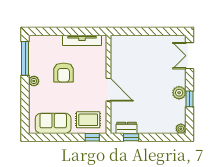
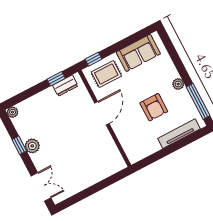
tv unit: (82, 40) -> (179, 134), moved
armchair: (64, 73) -> (154, 107), turned 180
door: (108, 90) -> (102, 113), swing flipped

